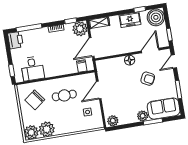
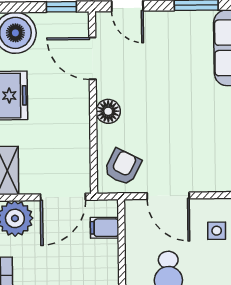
door: (92, 47) -> (63, 197), hinge flipped
armchair: (148, 79) -> (123, 167), moved

